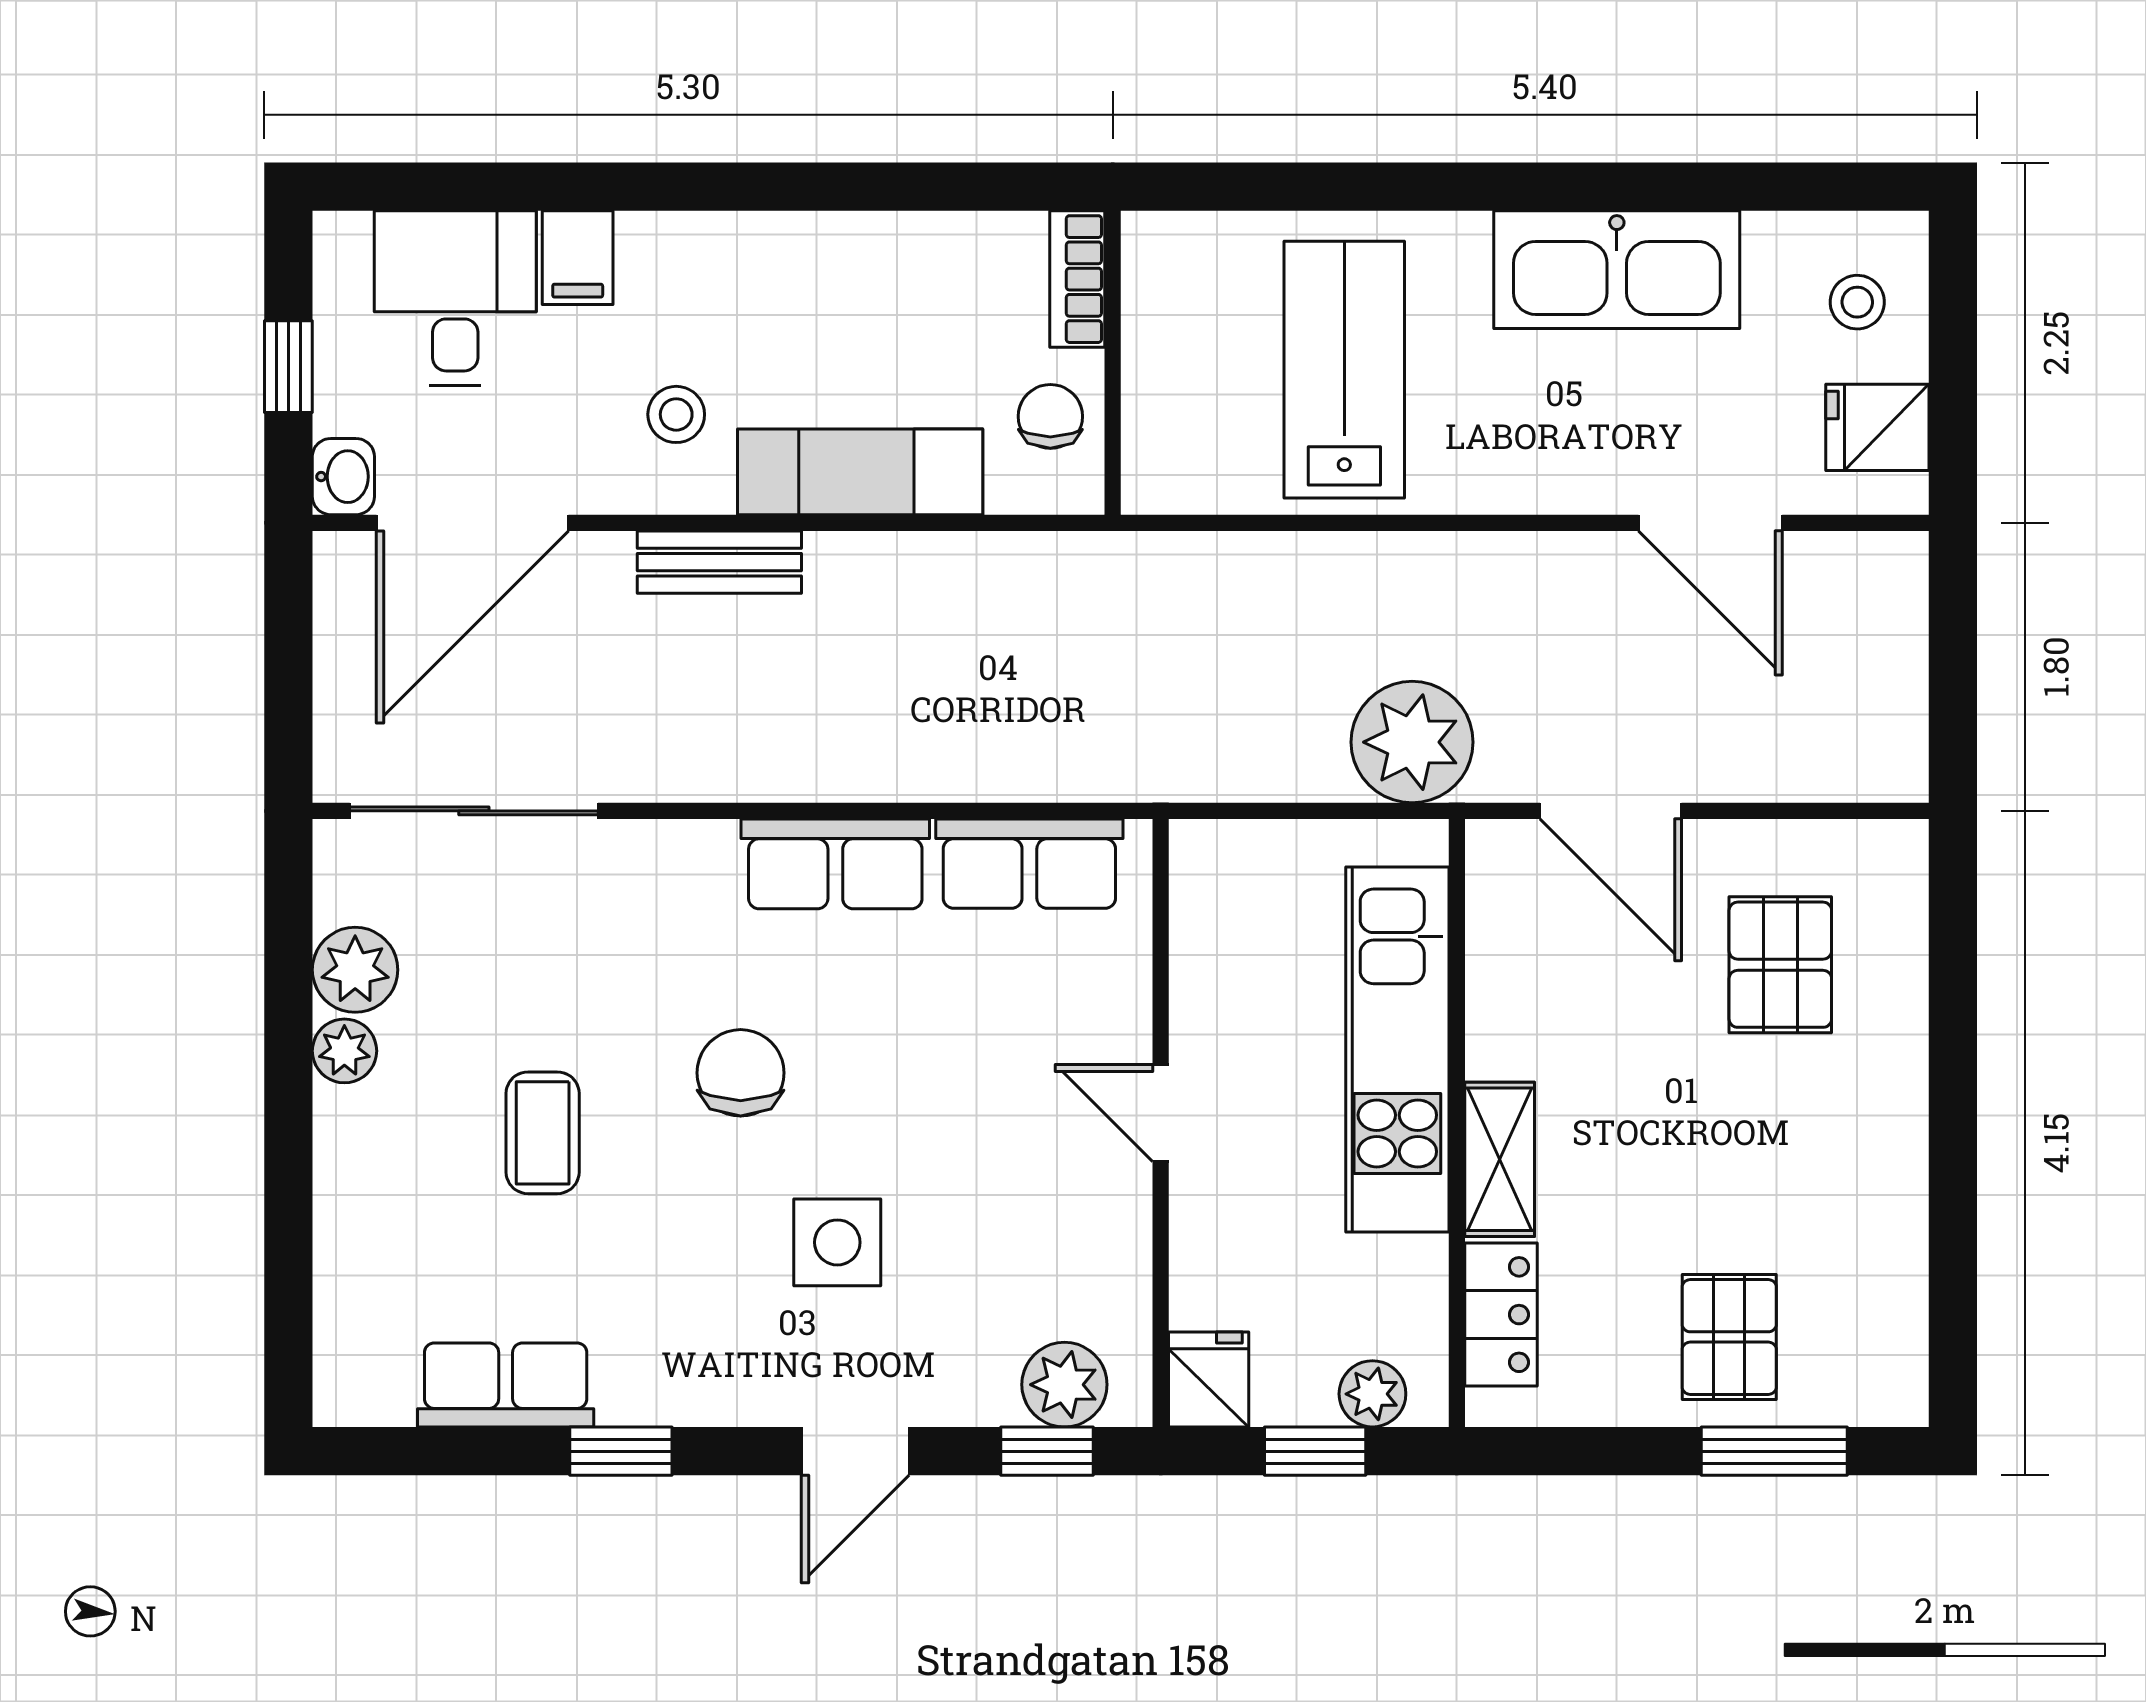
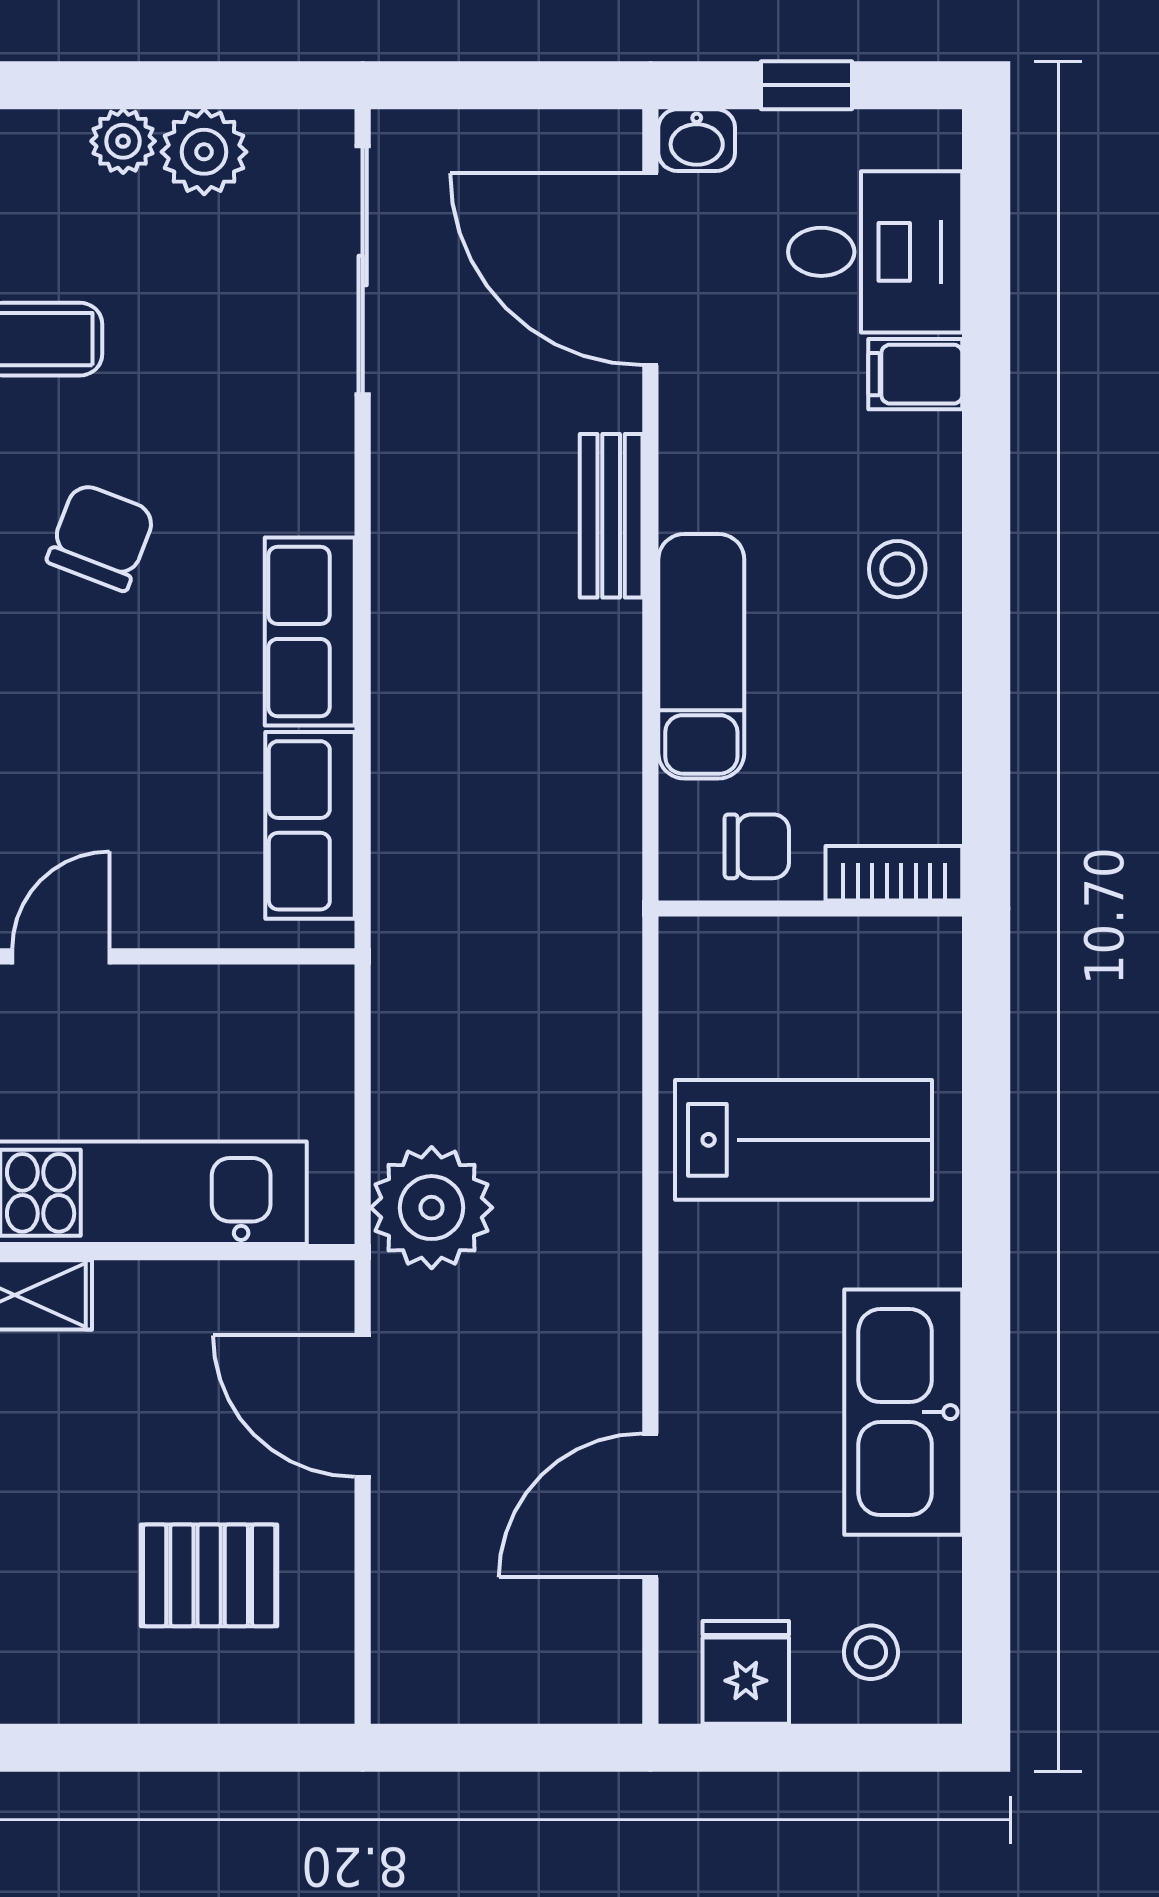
stool: (676, 414) -> (897, 569), moved
door: (1611, 811) -> (363, 1406), hinge flipped
chair: (741, 1073) -> (101, 537), turned -69

